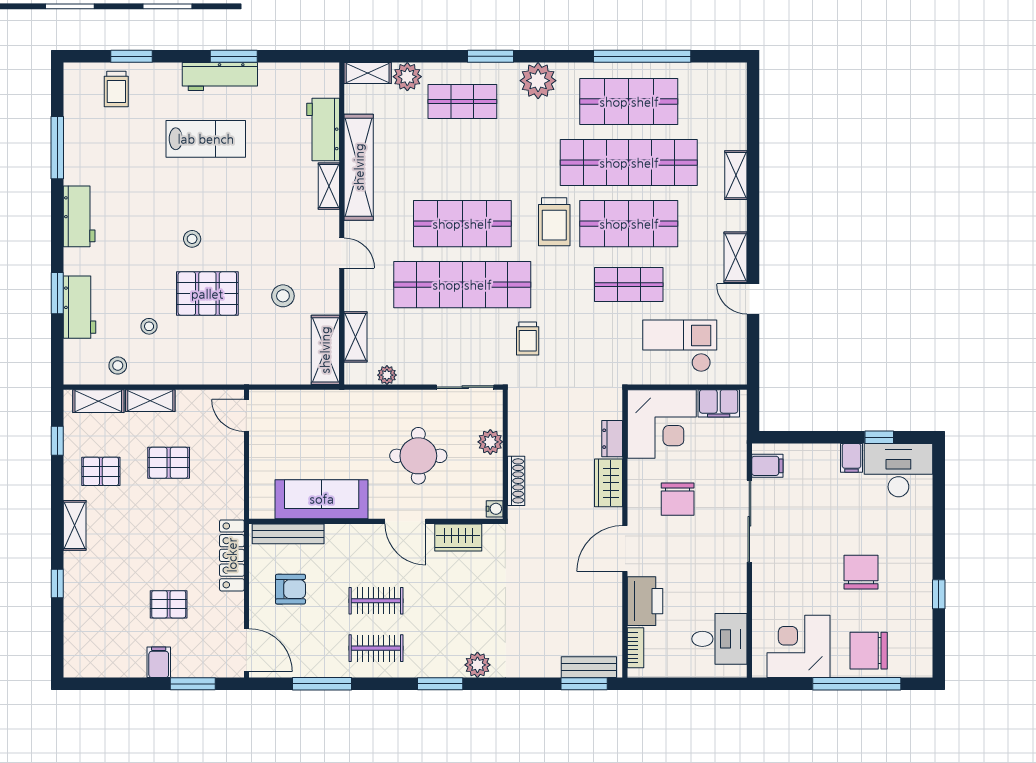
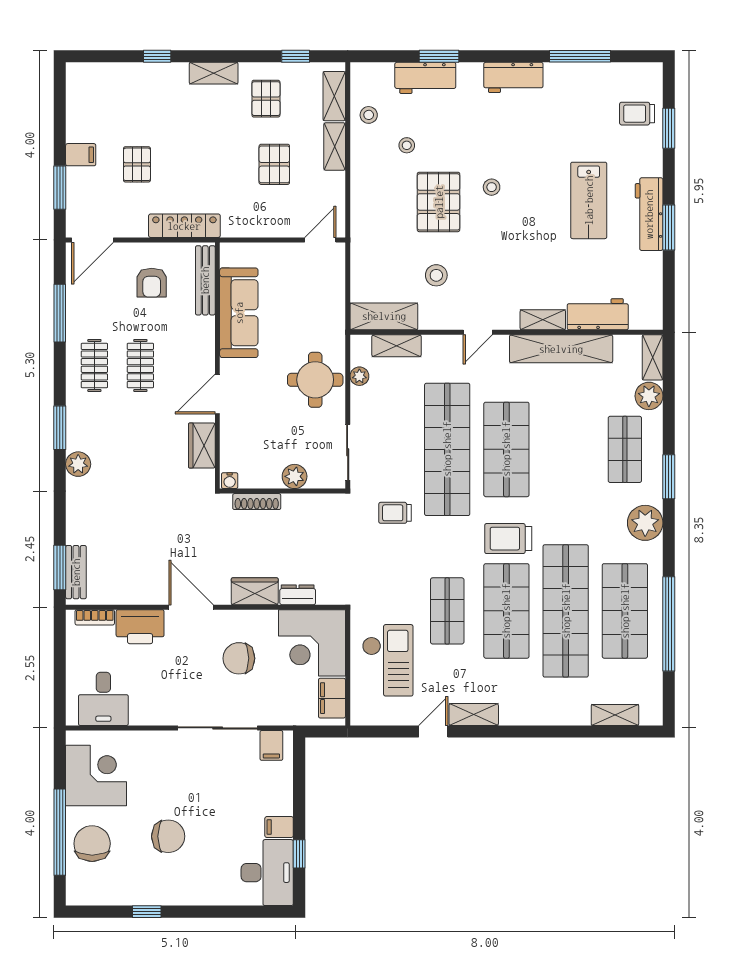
shelving: (736, 175) -> (615, 715), moved
round table: (418, 456) -> (315, 380), moved

